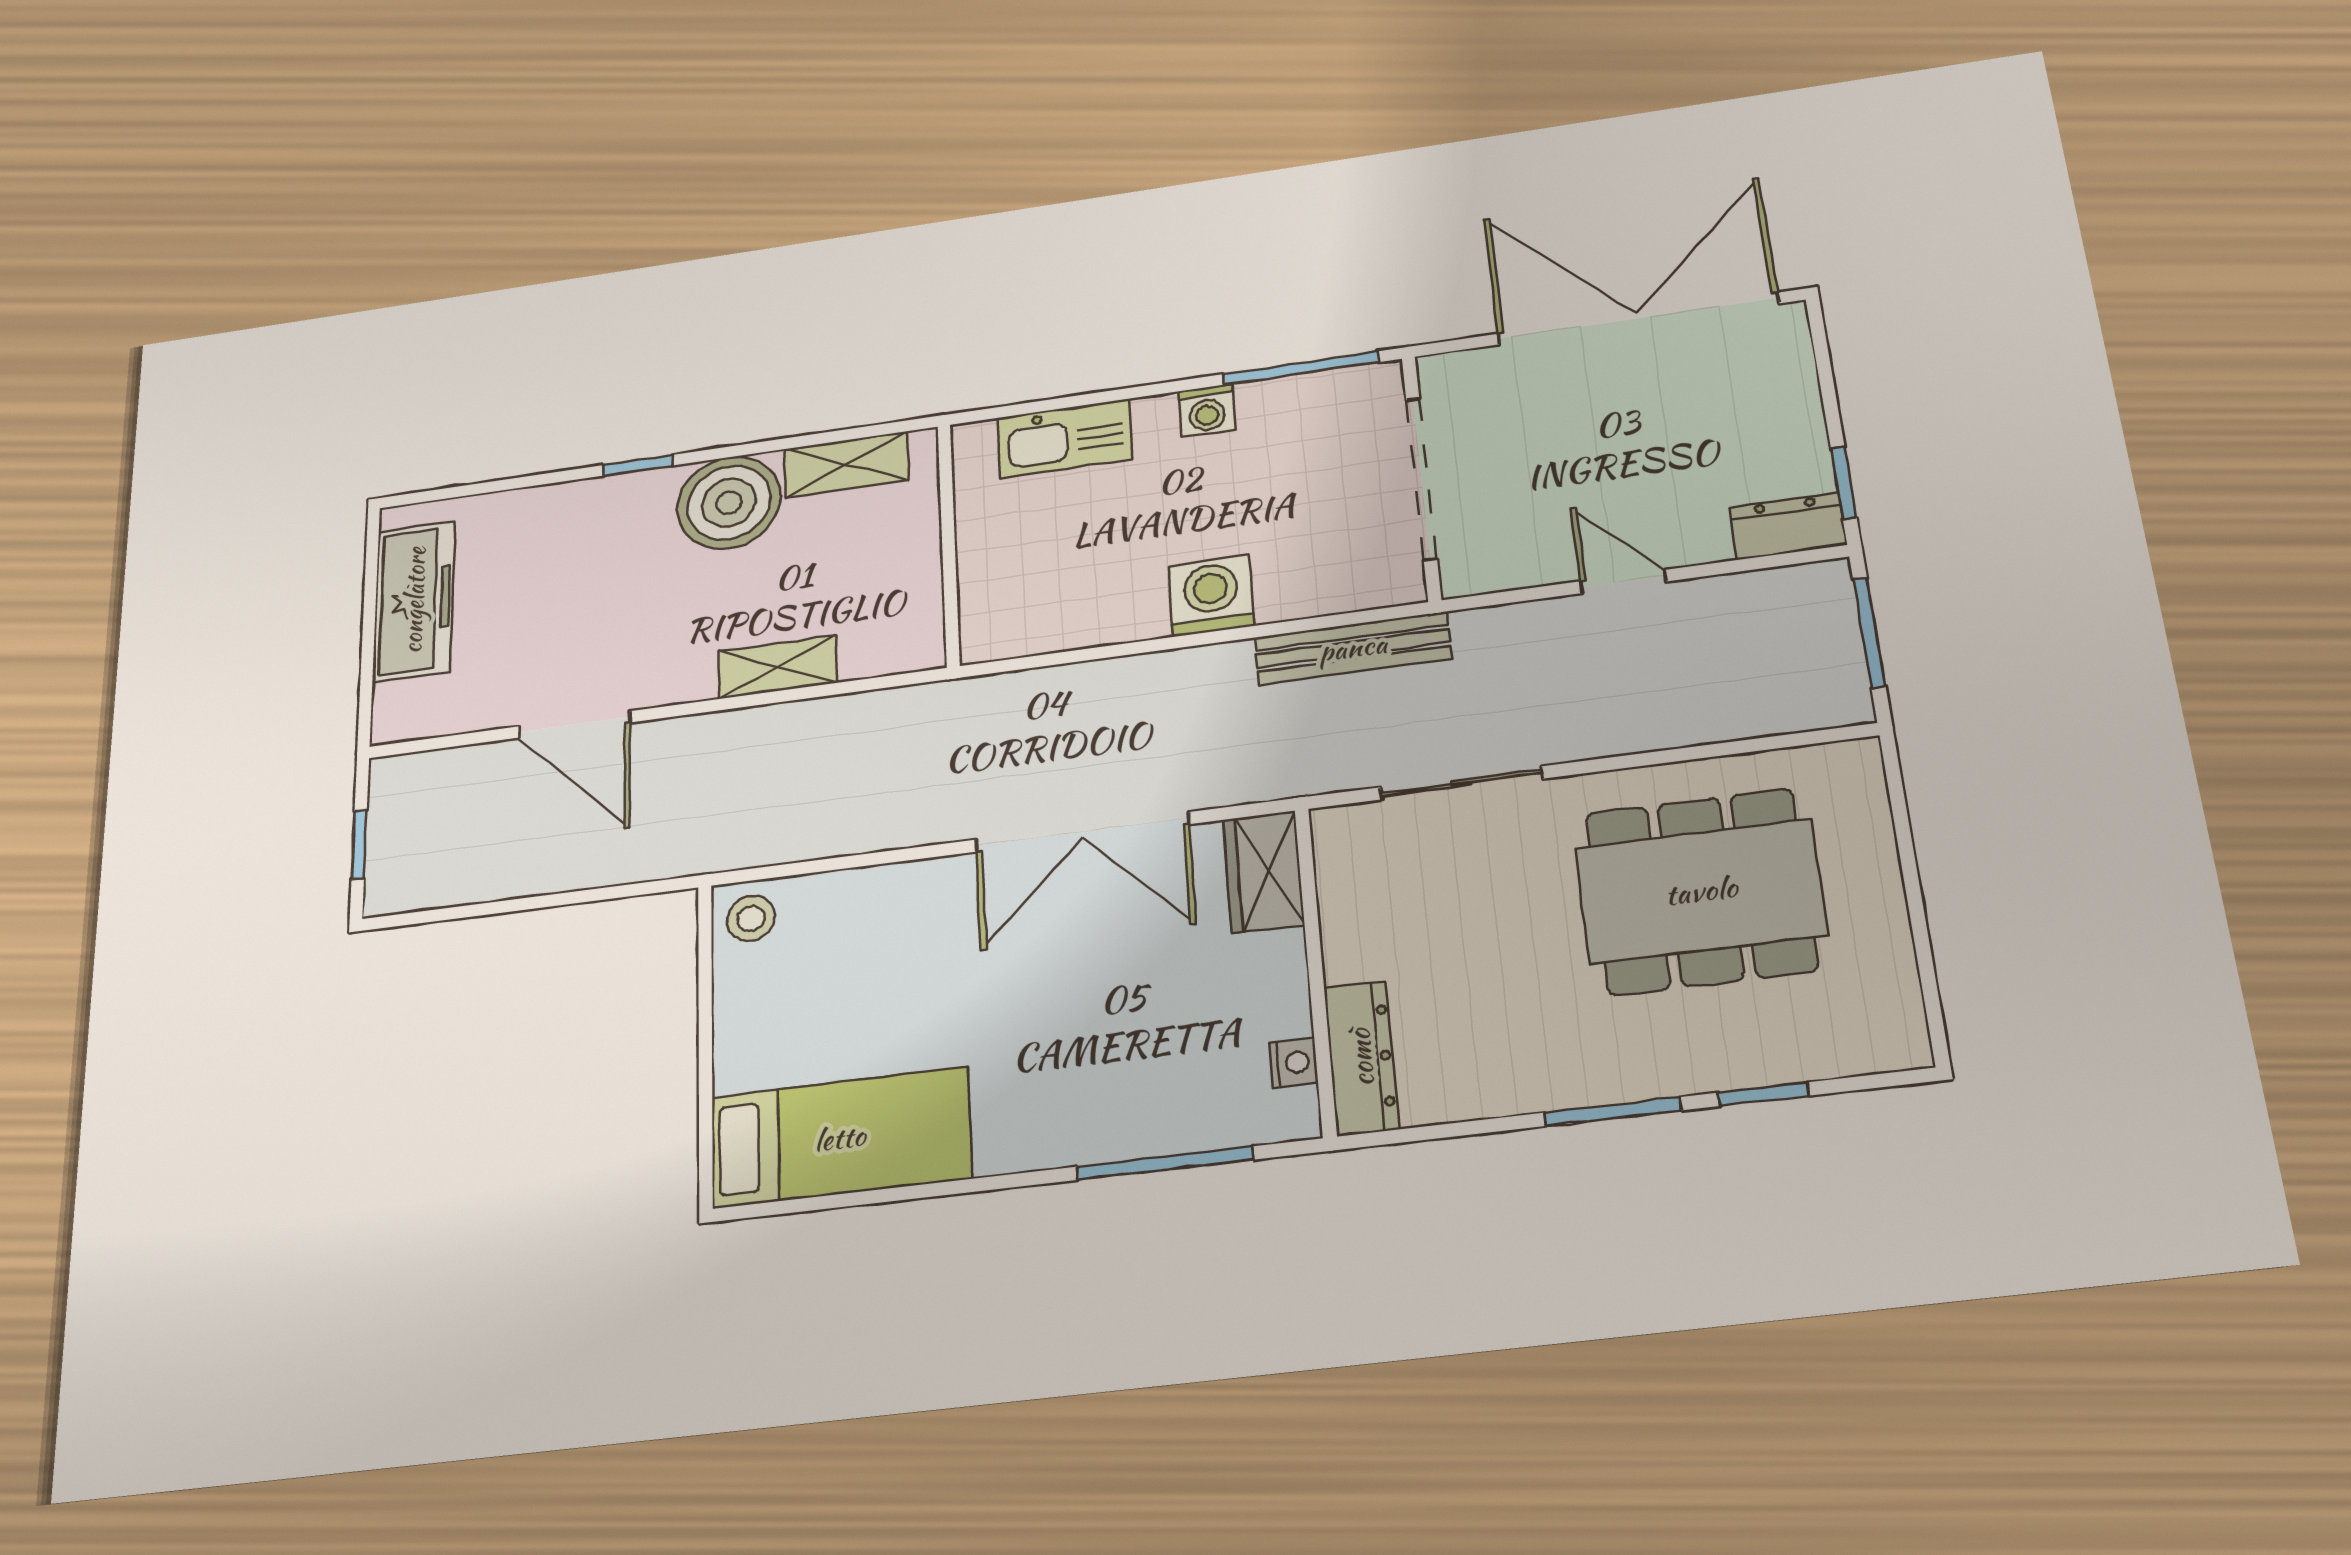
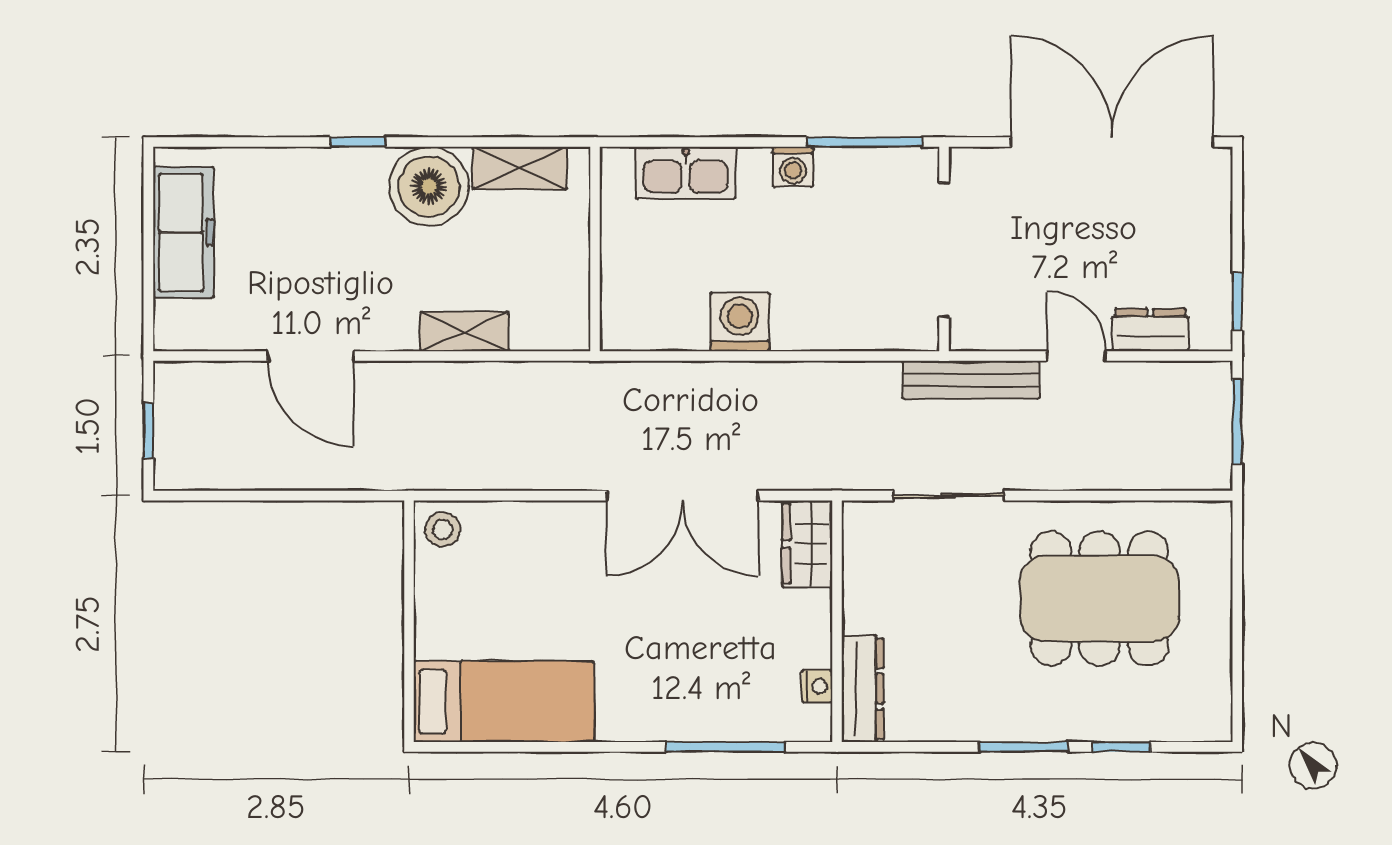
dresser: (1788, 526) -> (1150, 330), moved
washing machine: (1211, 596) -> (740, 322), moved
bench: (1353, 648) -> (971, 380), moved

